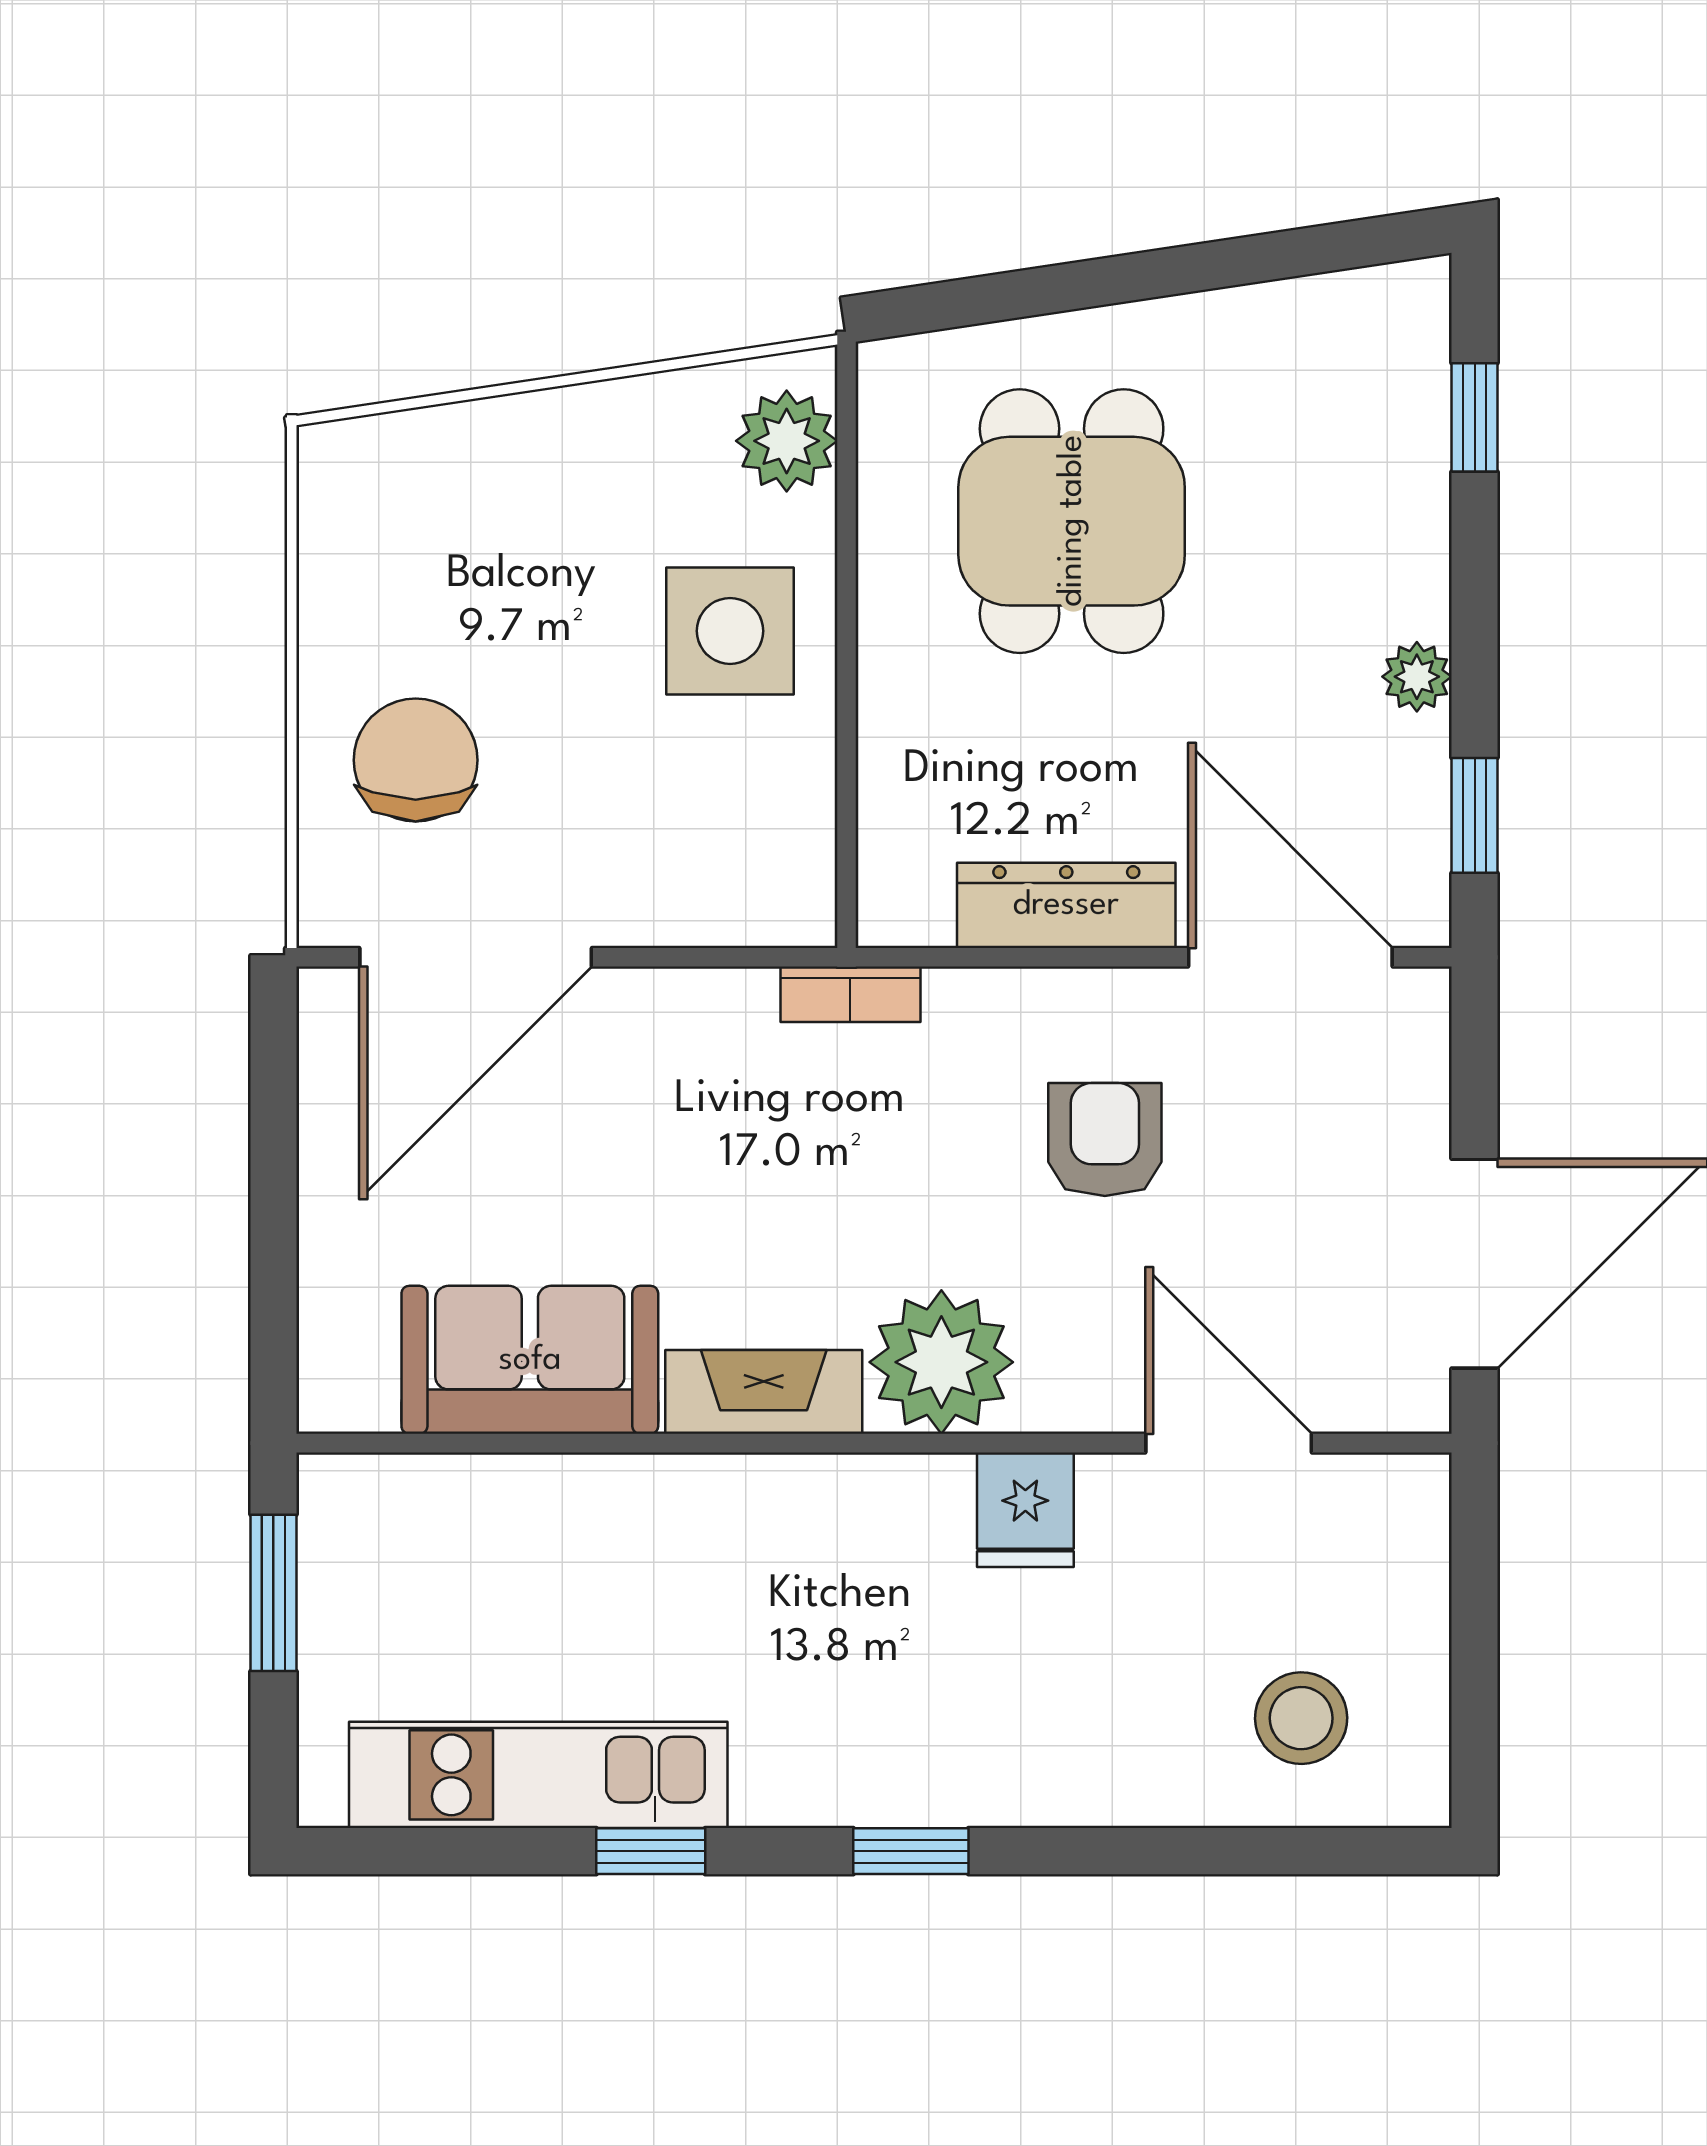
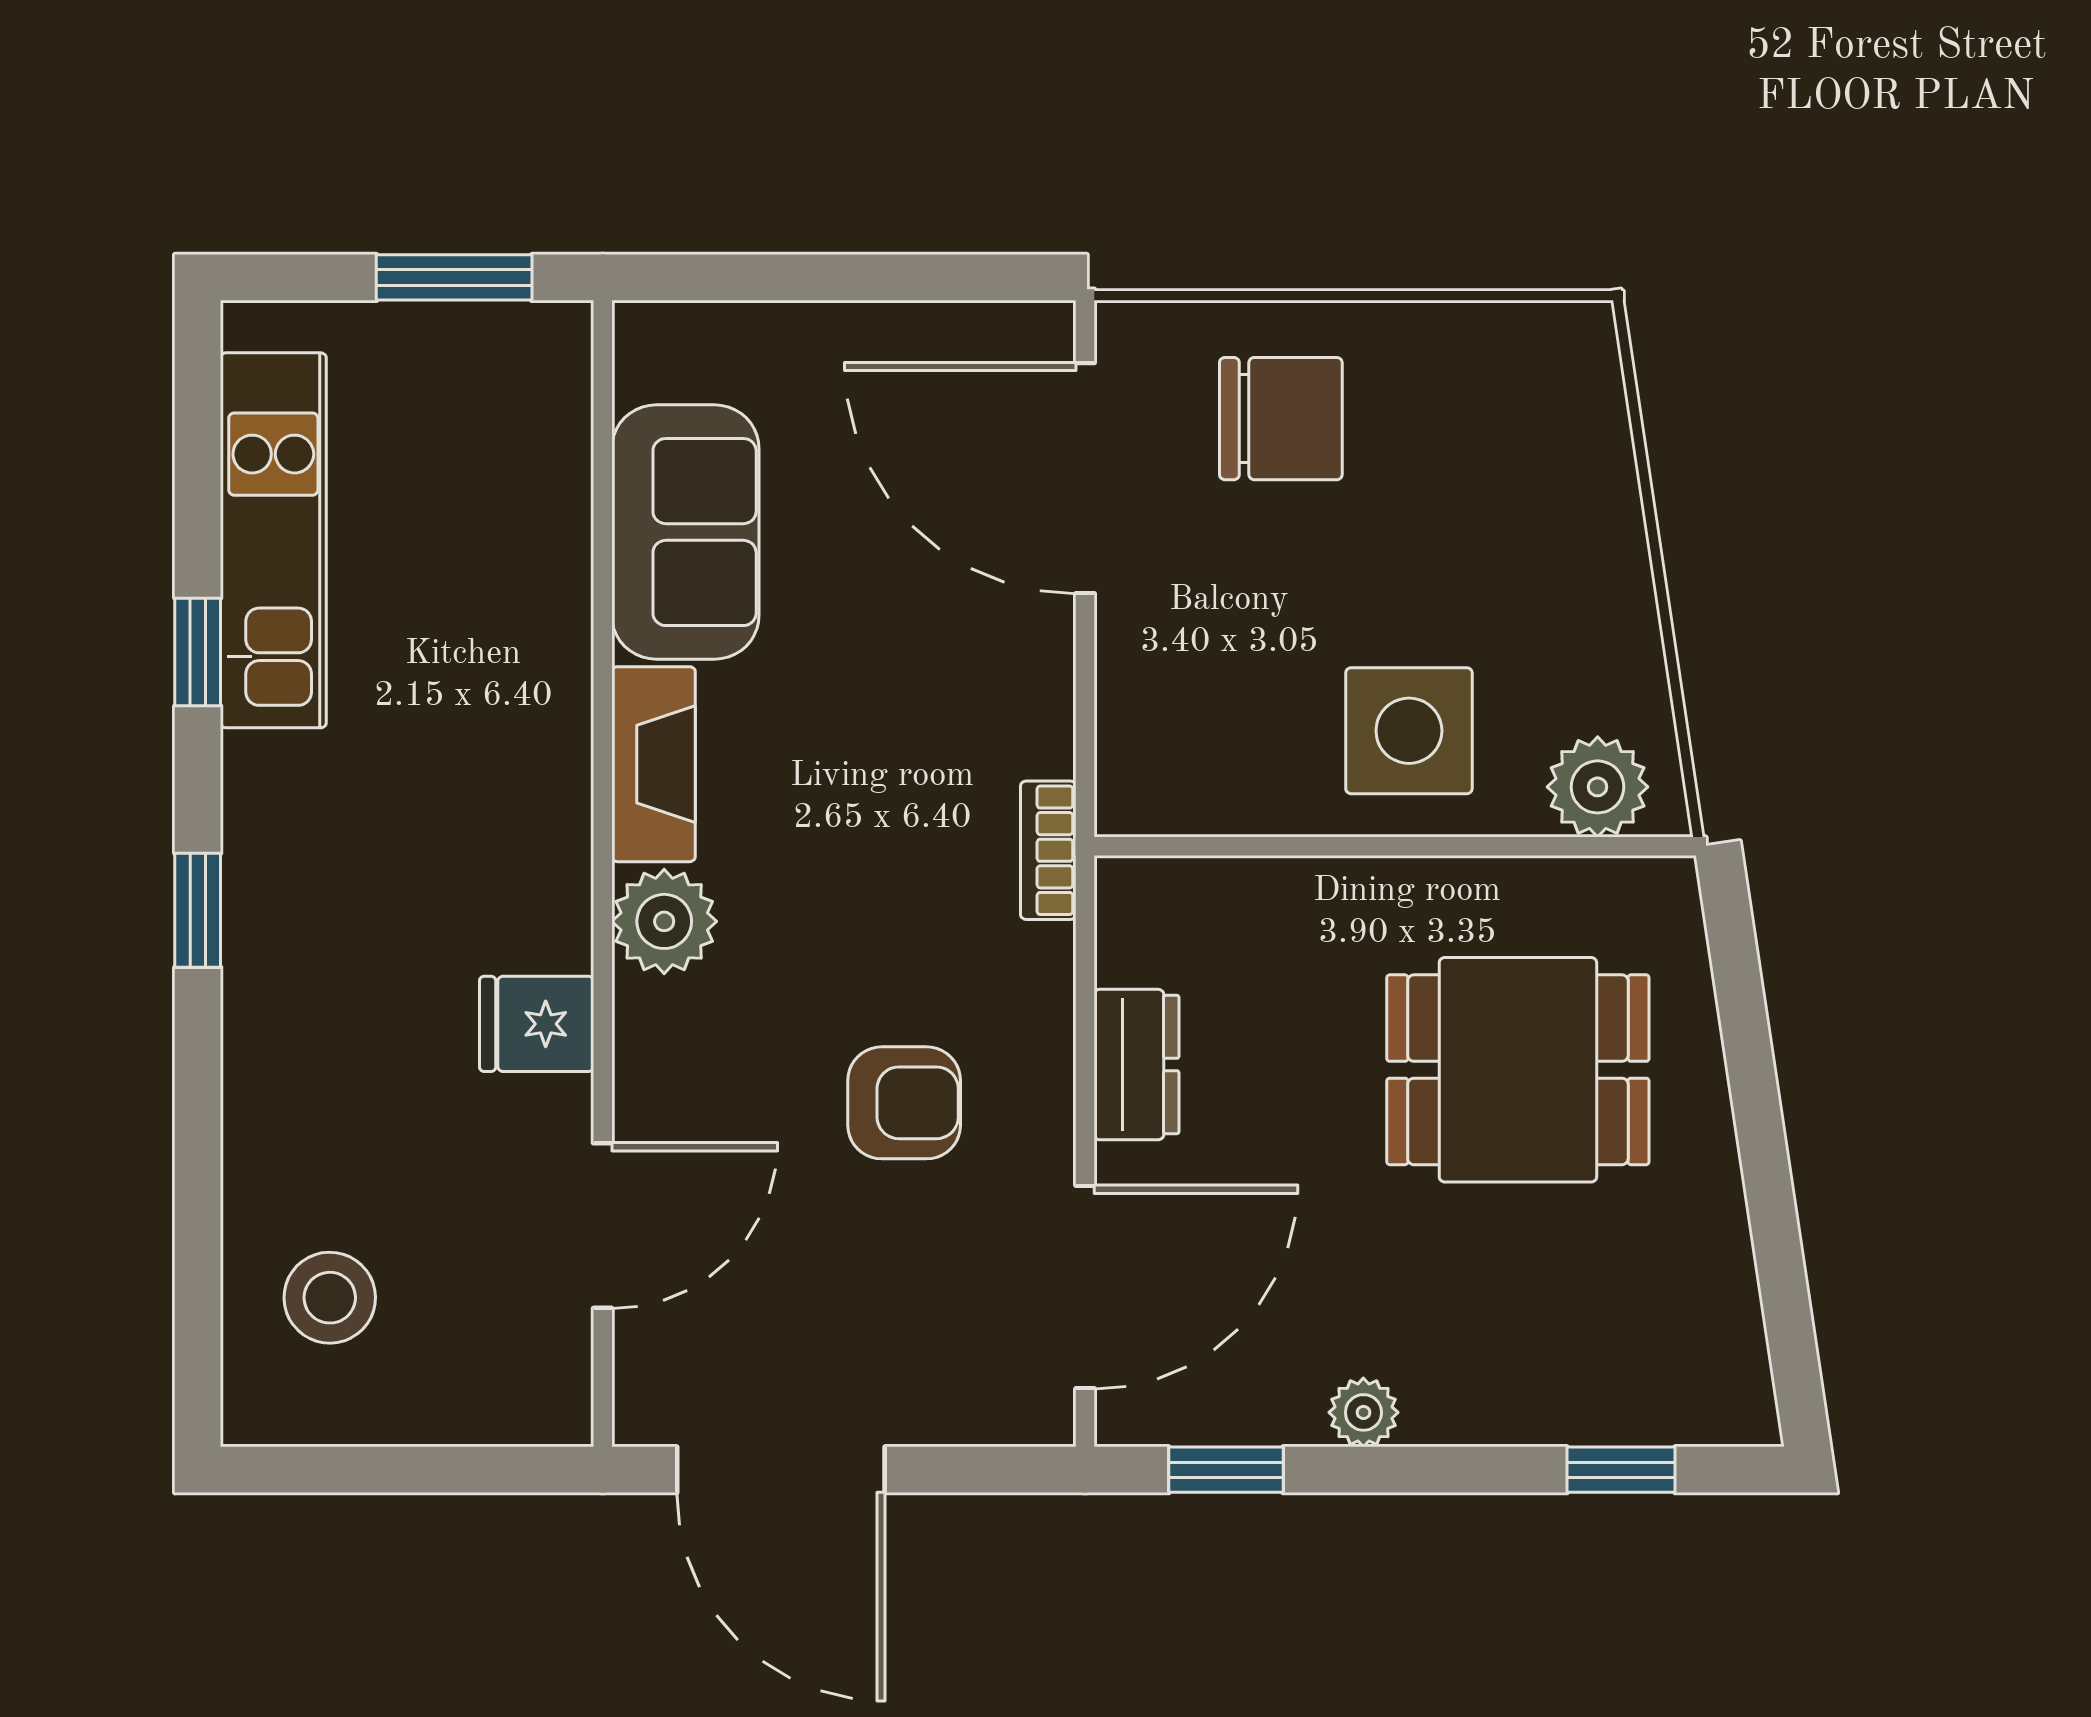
dresser: (1066, 905) -> (1137, 1065), width x0.70
plant: (941, 1362) -> (664, 921), width x0.73, depth x0.73

